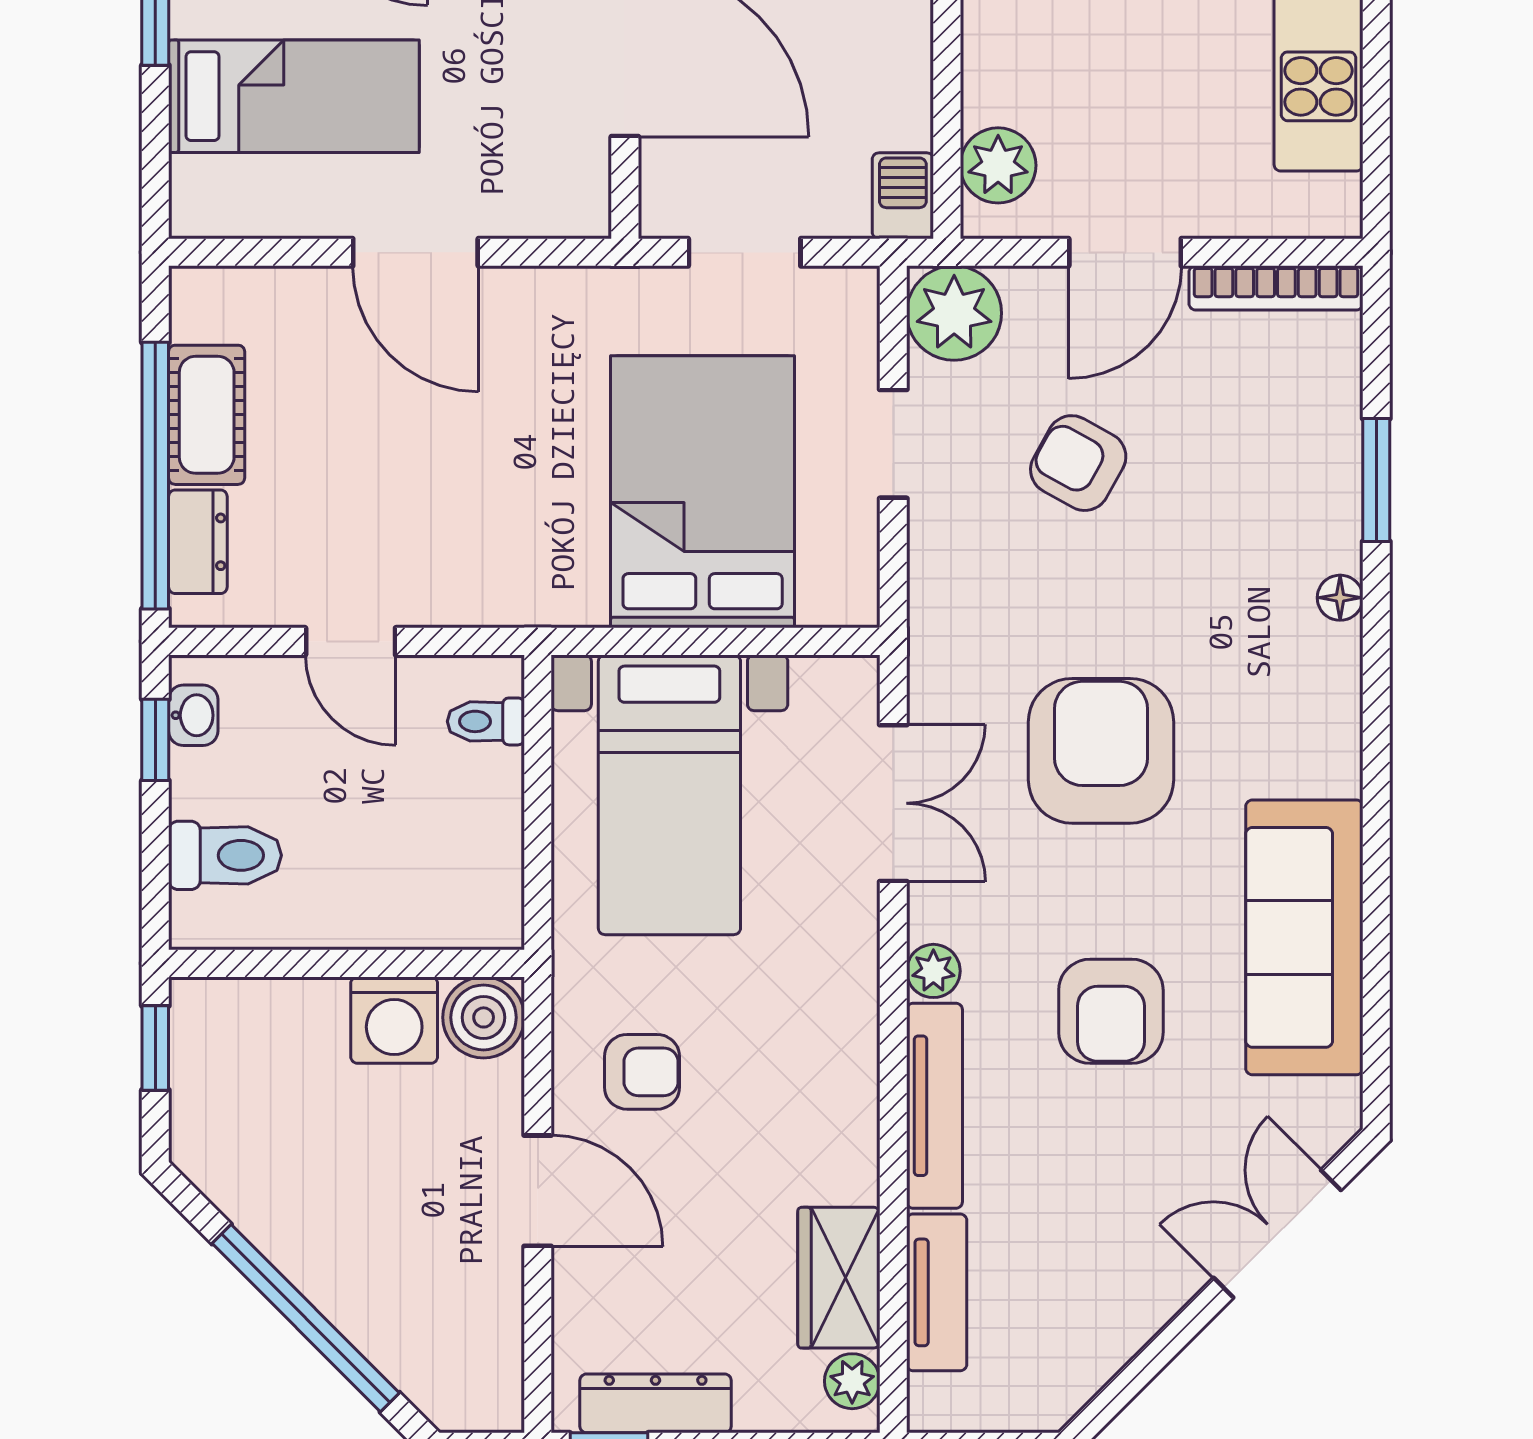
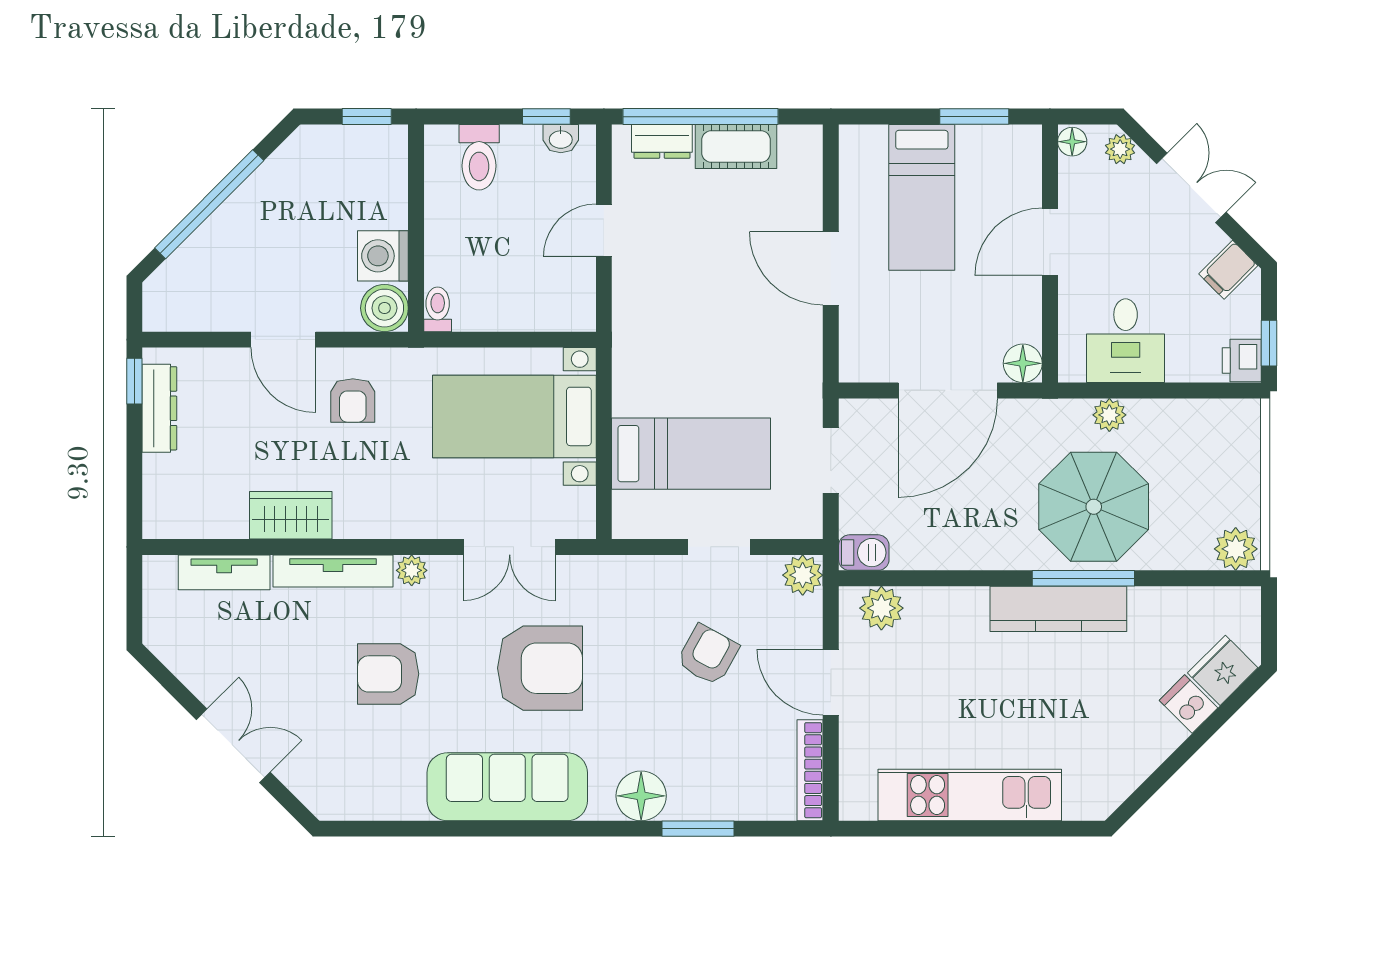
door: (415, 252) -> (831, 268), hinge flipped
plant: (954, 313) -> (803, 575), width x0.73, depth x0.73
bed: (703, 492) -> (691, 454), width x0.67
floor lamp: (1340, 598) -> (641, 796), width x1.89, depth x1.89
toilet: (486, 721) -> (438, 309), moved
sofa: (1304, 937) -> (507, 787), moved
door: (538, 1191) -> (283, 340), hinge flipped
double door: (1277, 1234) -> (233, 746), moved
wardrobe: (839, 1278) -> (291, 515), moved
plant: (852, 1381) -> (172, 523), removed

